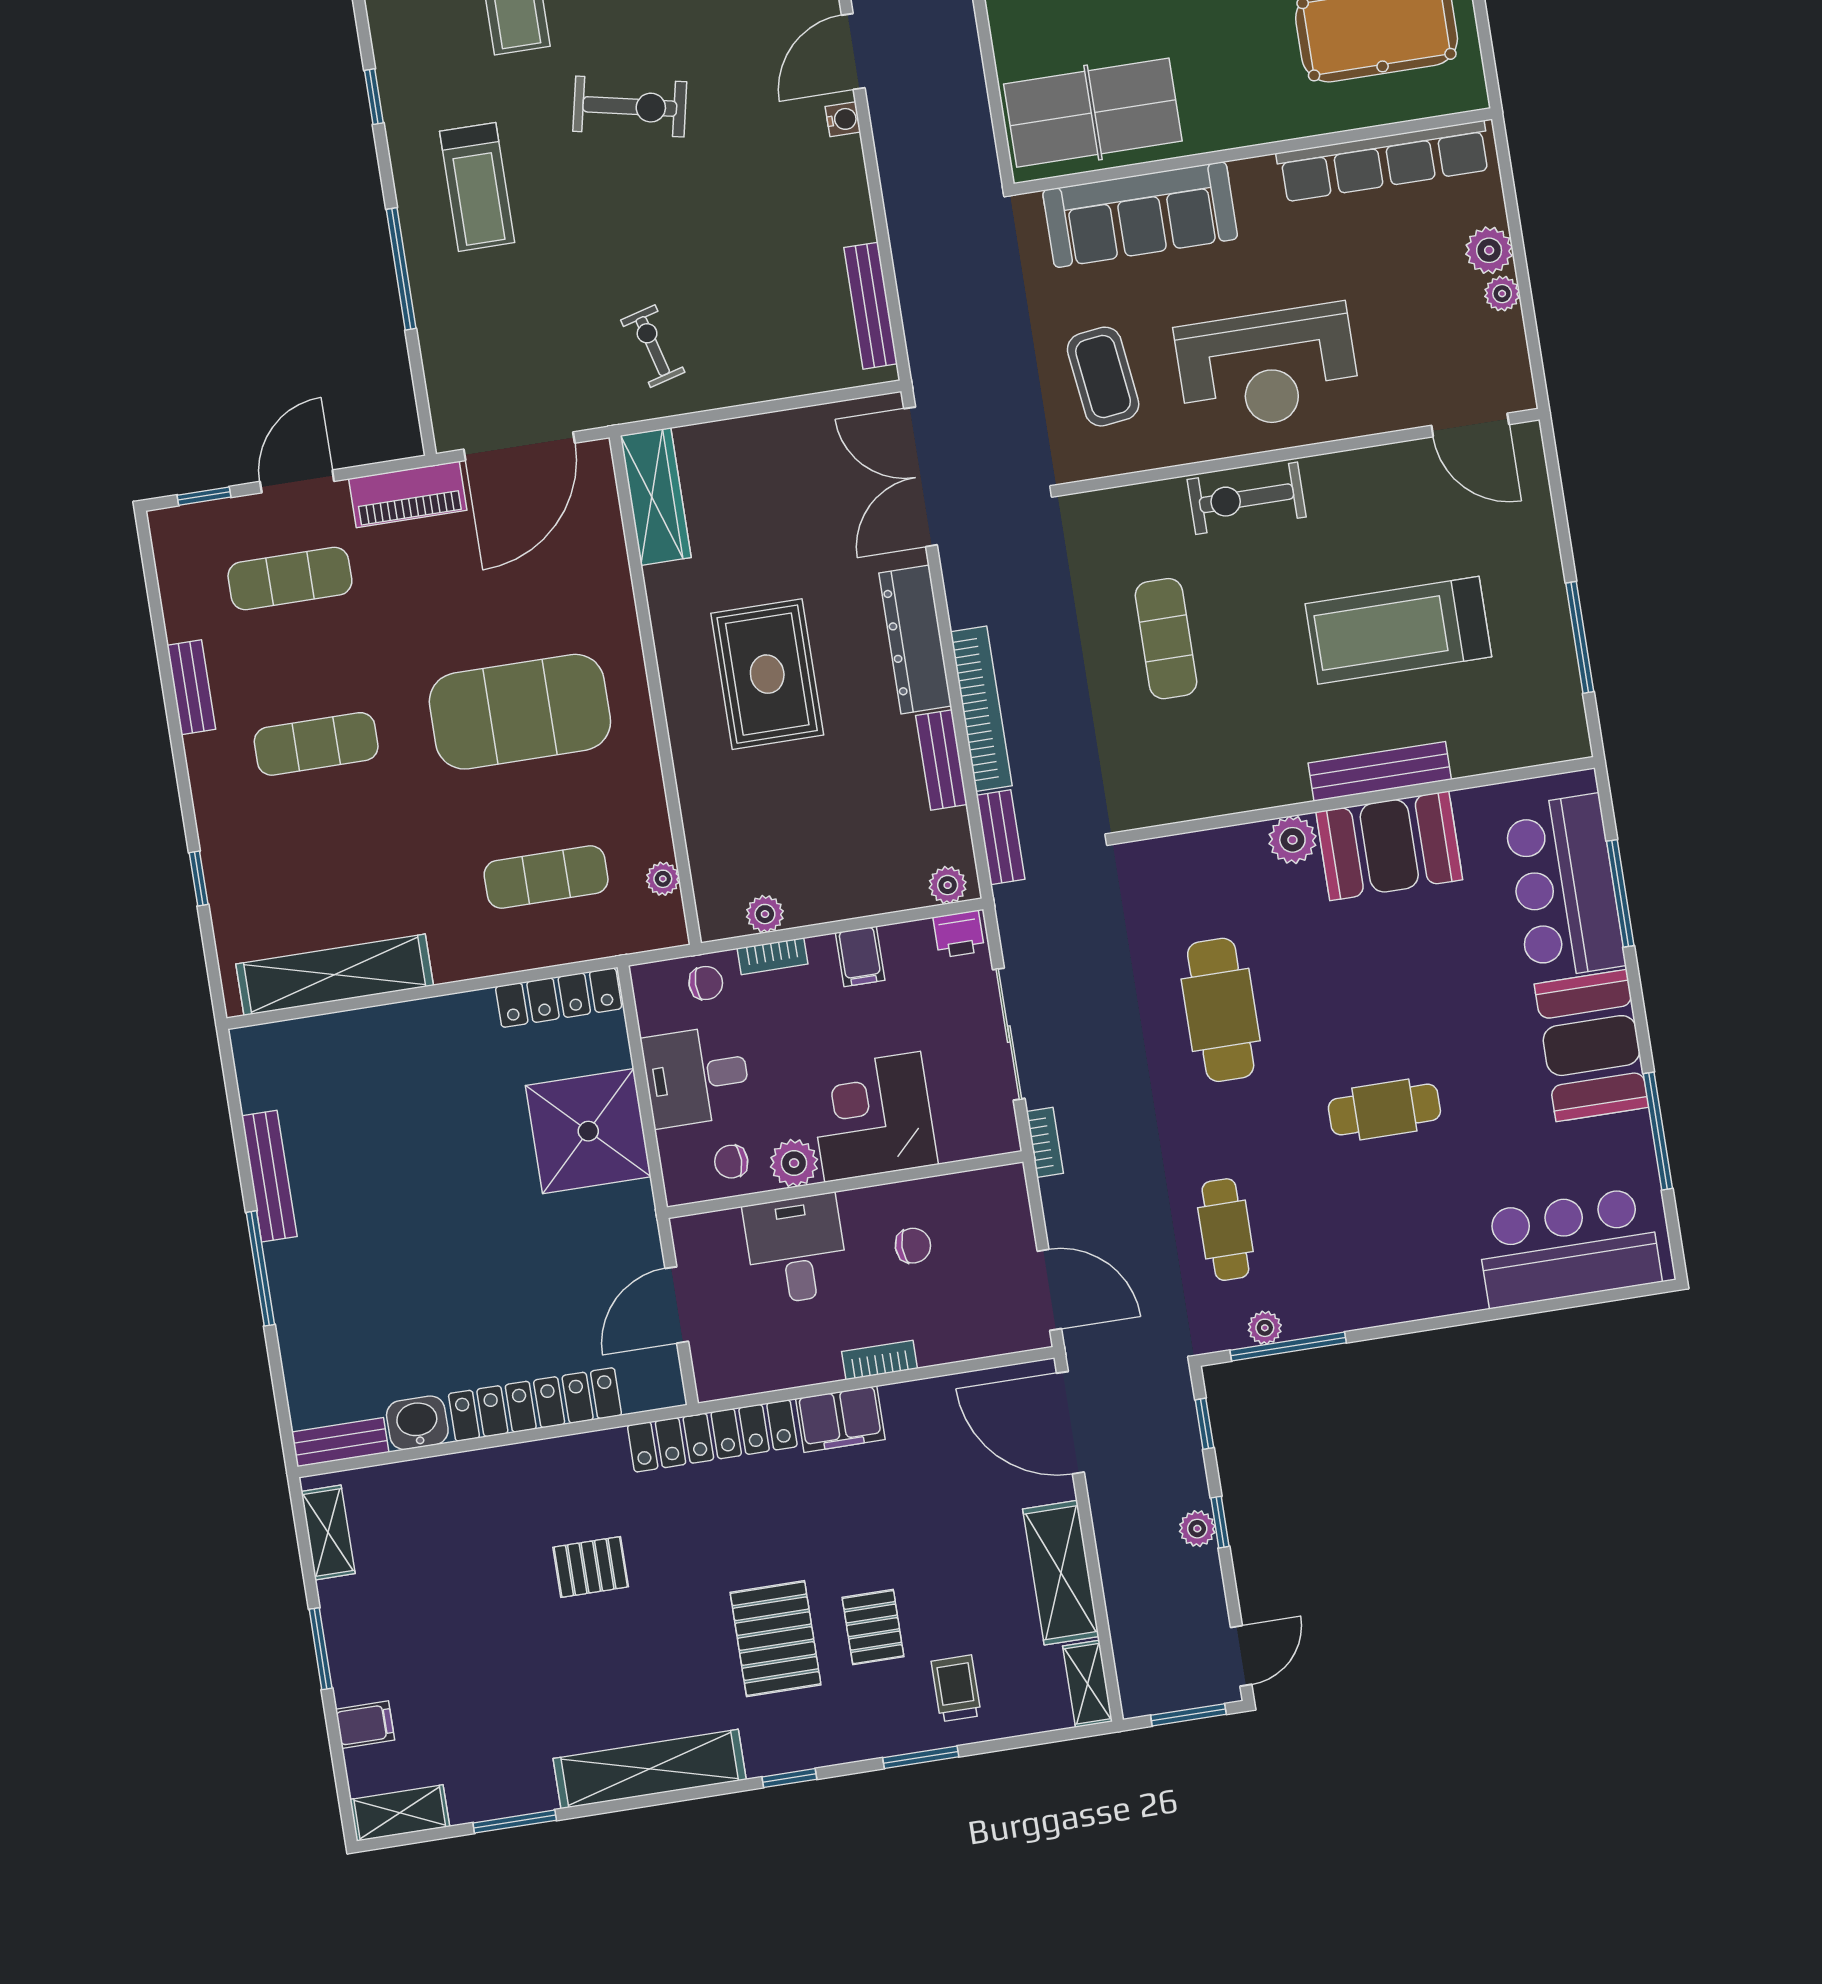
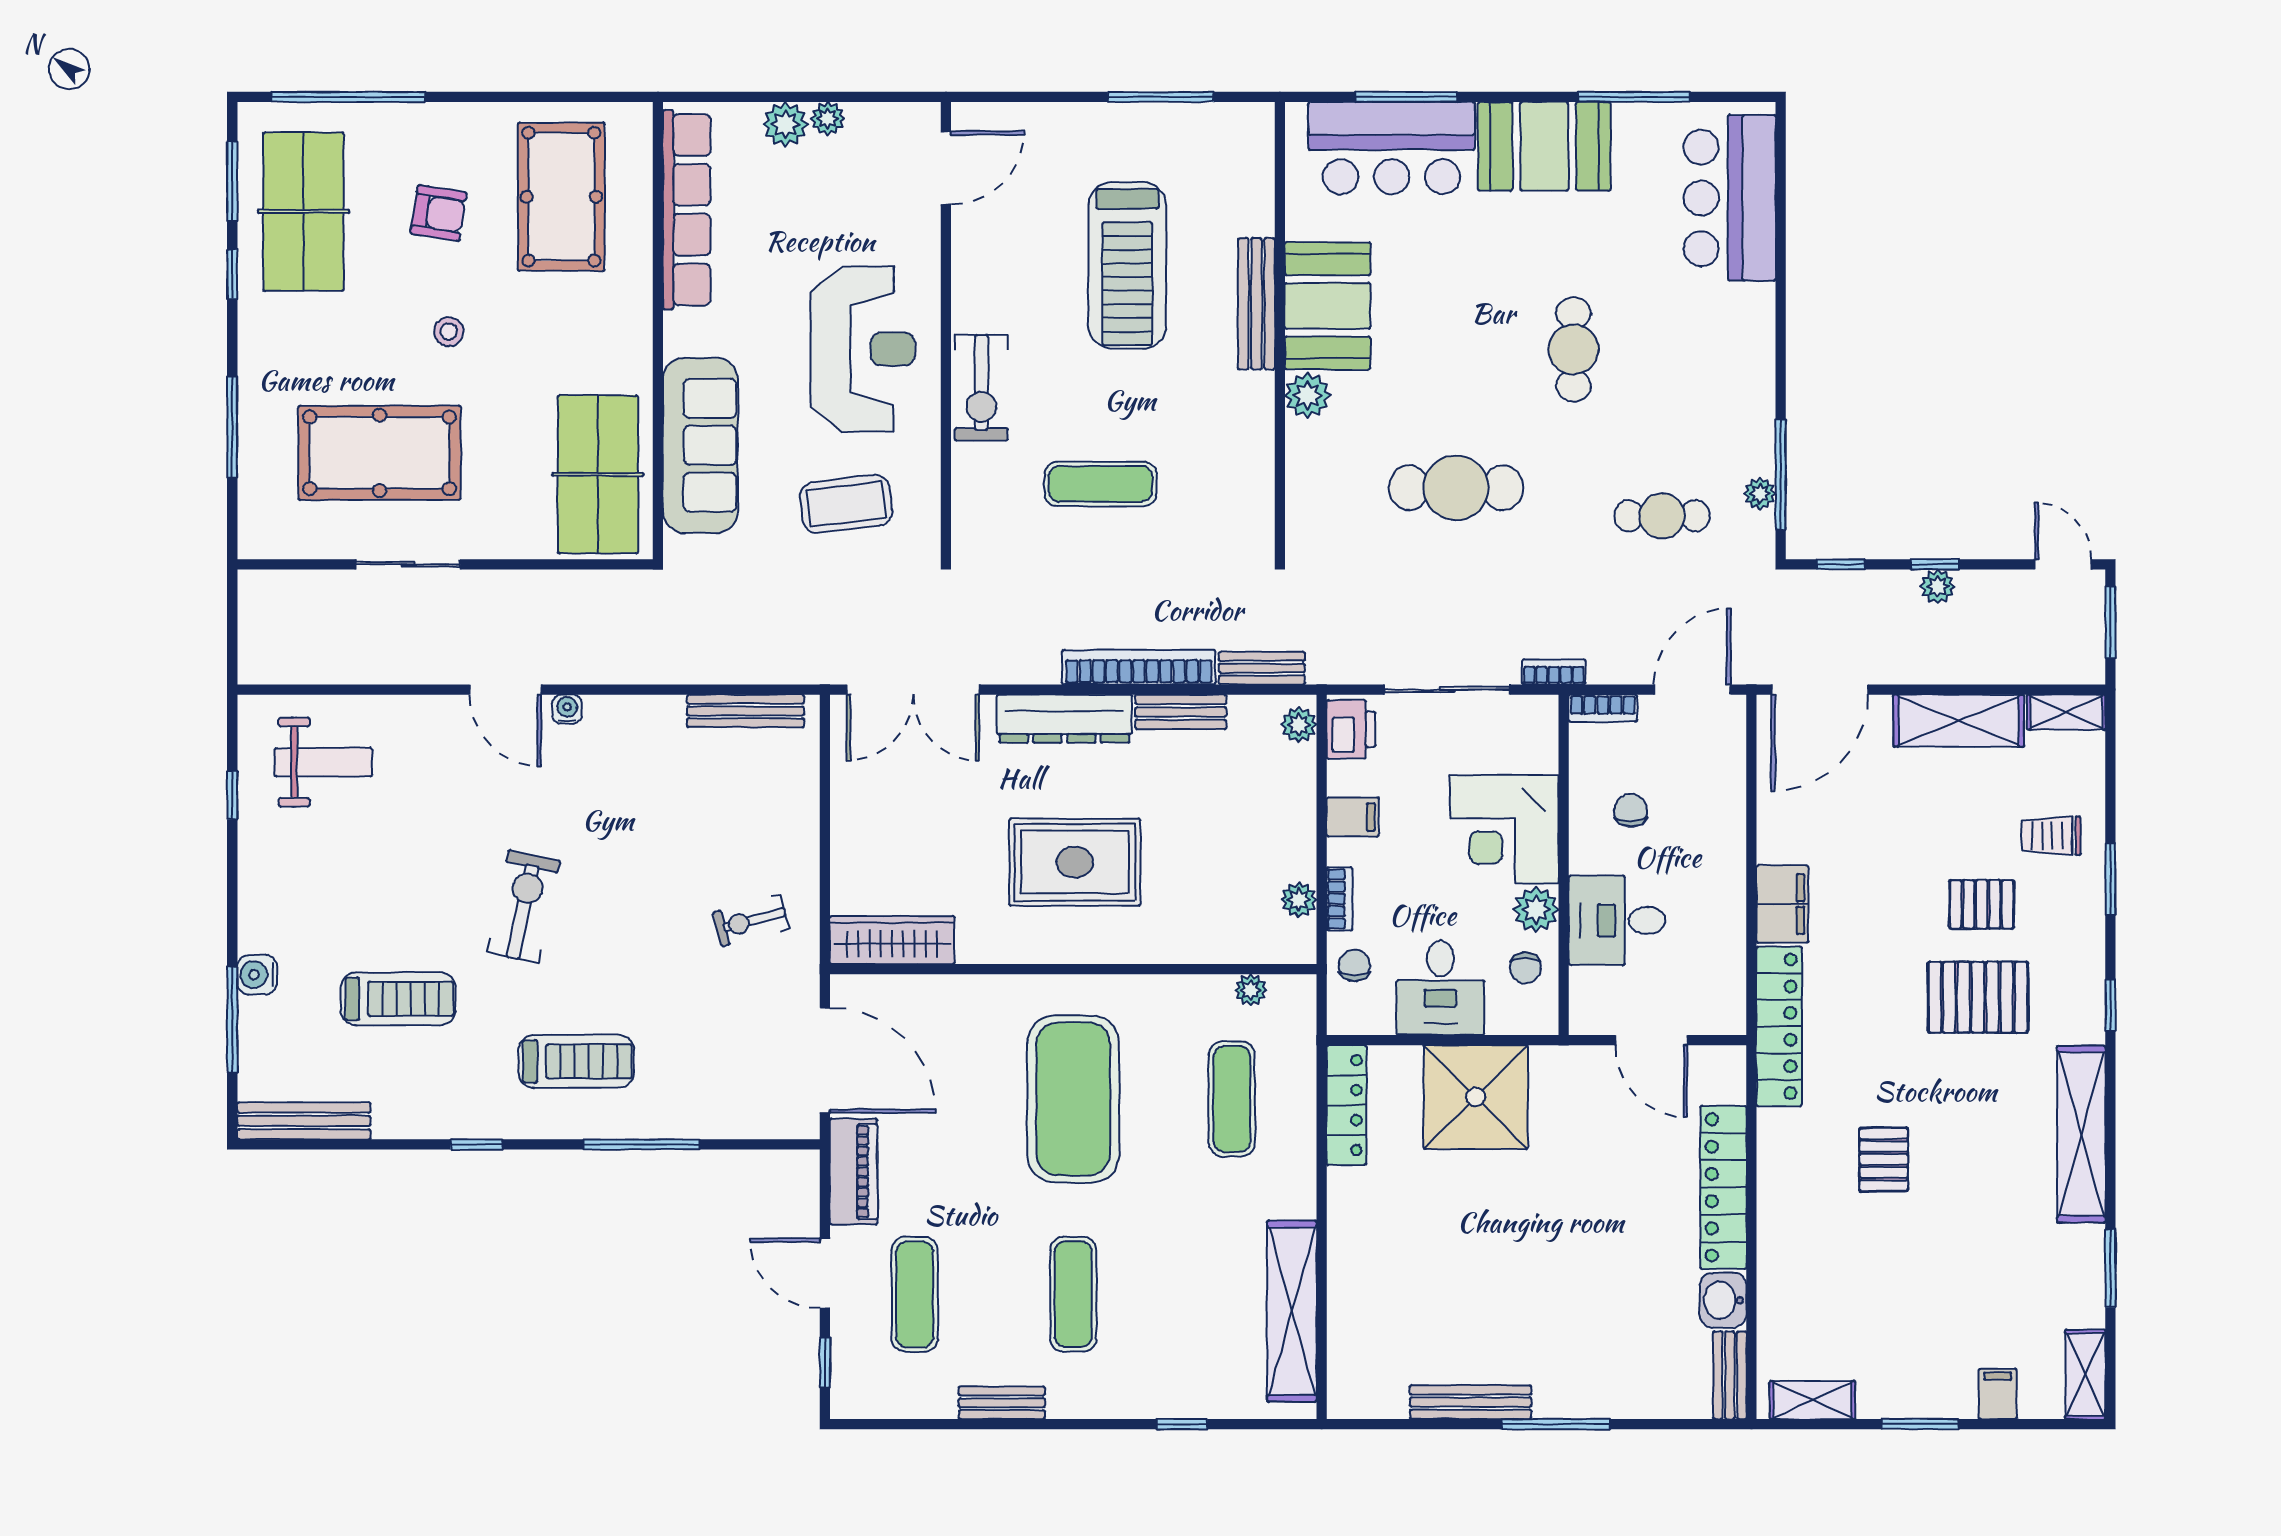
printer: (959, 934) -> (1351, 729), width x1.36, depth x1.24
bookcase: (879, 1360) -> (1603, 708), moved, turned -90

